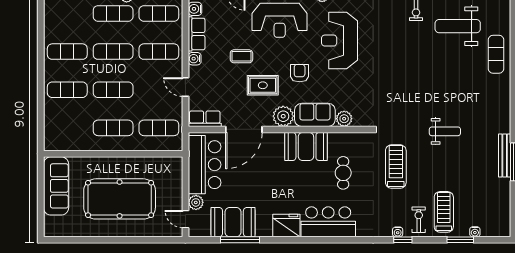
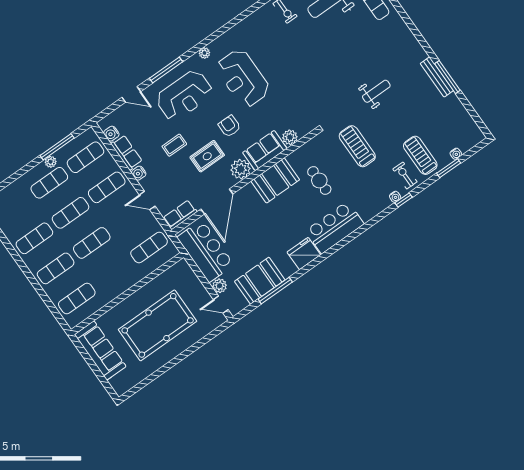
exercise mat: (113, 128) -> (77, 298), moved

